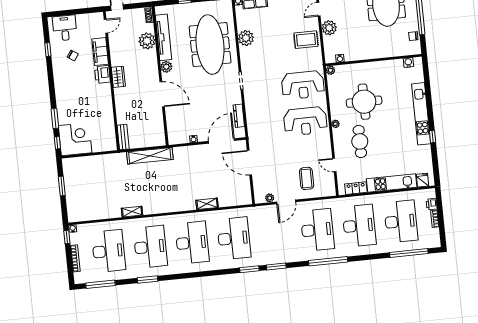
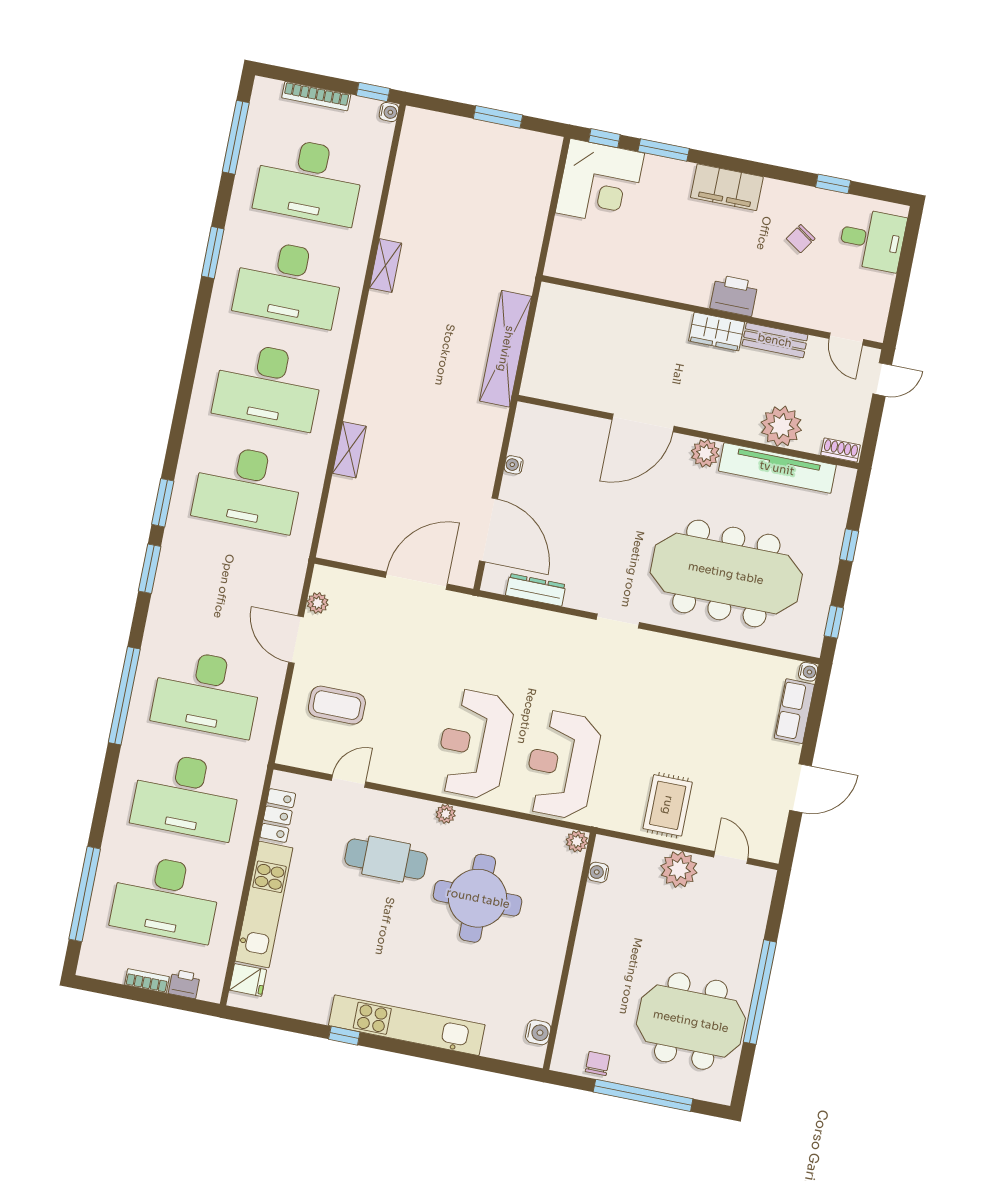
plant: (246, 38) -> (716, 664), removed
filing cabinet: (100, 52) -> (727, 187), moved, turned 180
bench: (123, 137) -> (775, 340), moved

